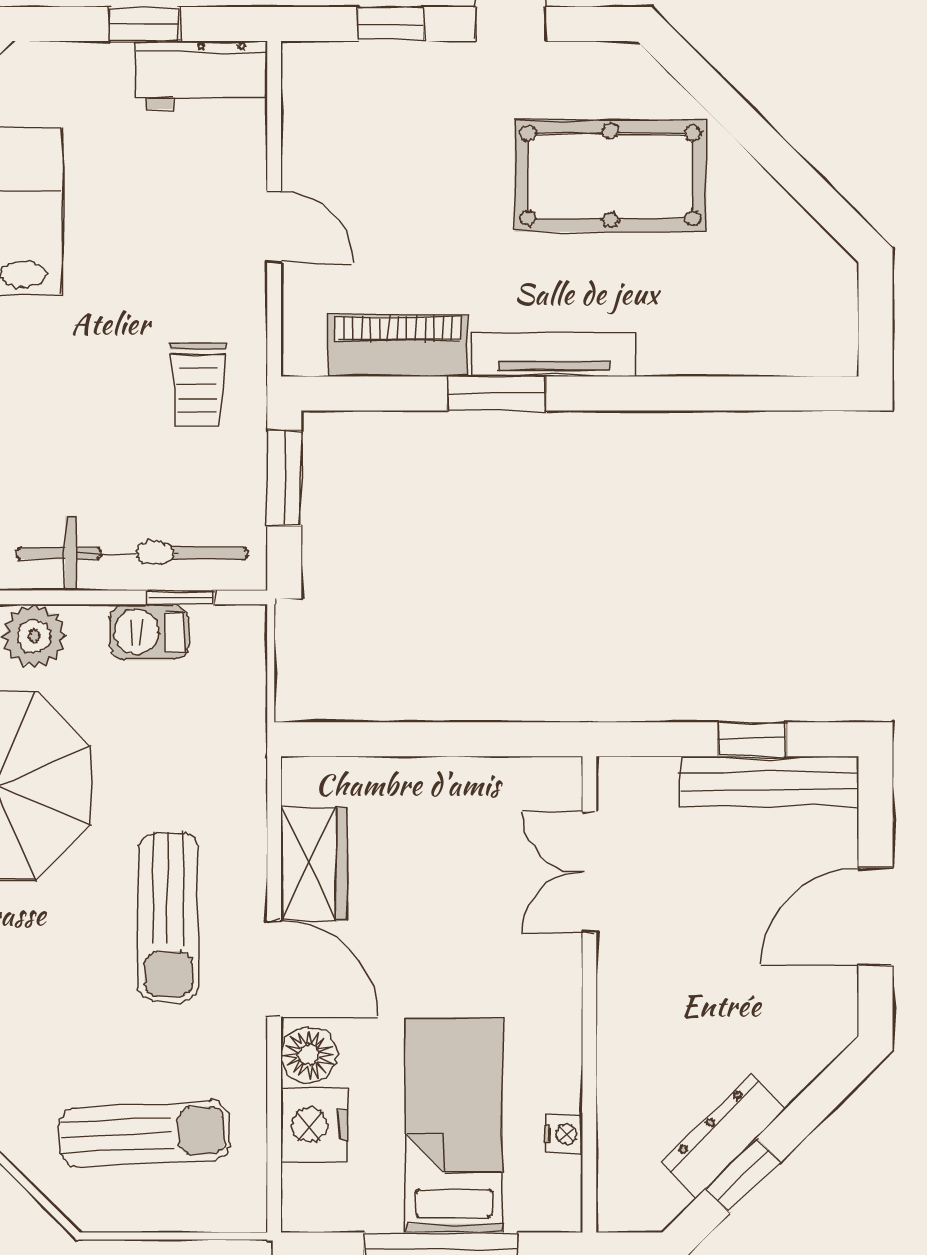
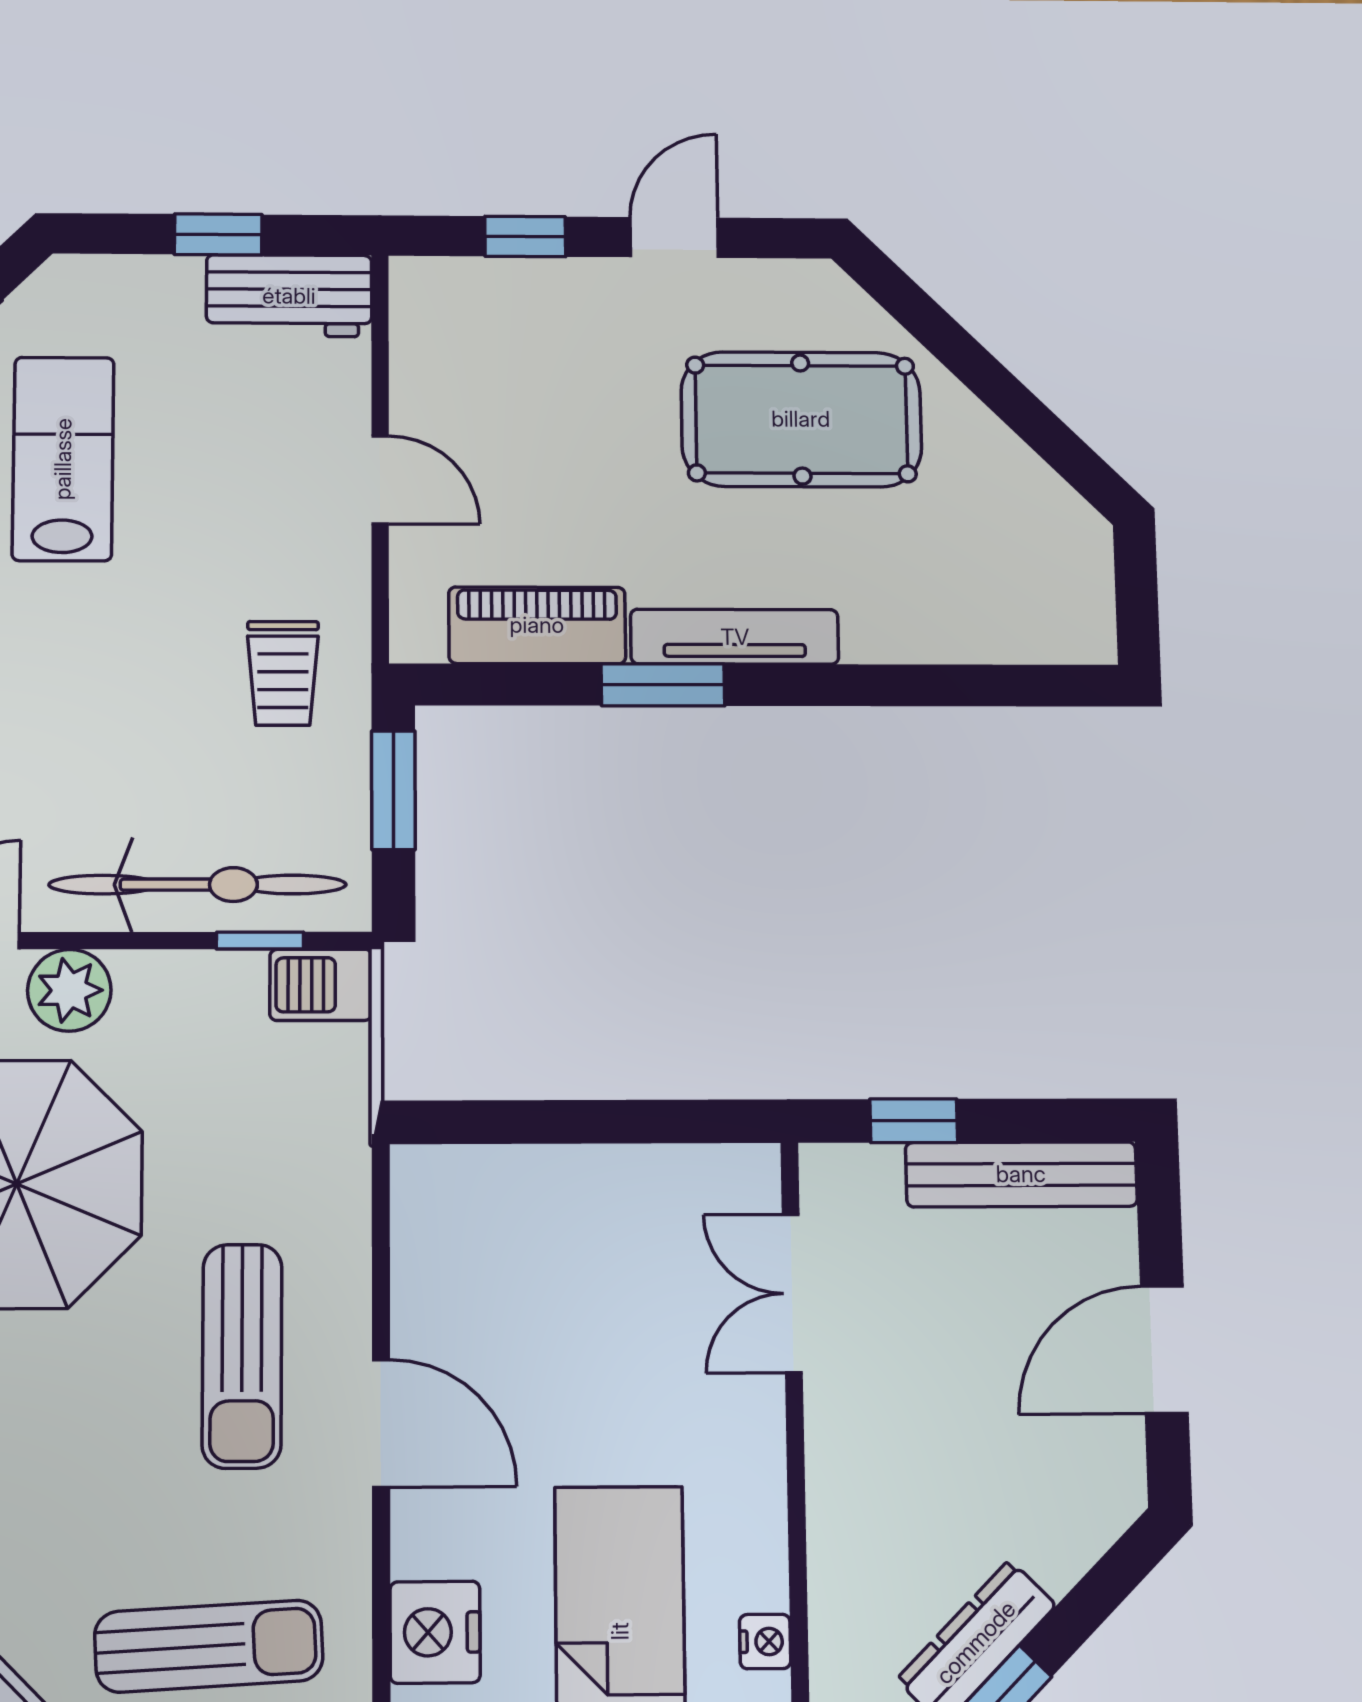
barbecue: (149, 632) -> (321, 985), moved
window: (752, 739) -> (914, 1121), moved
wardrobe: (314, 864) -> (433, 1284), removed
floor lamp: (309, 1055) -> (427, 1538), removed

